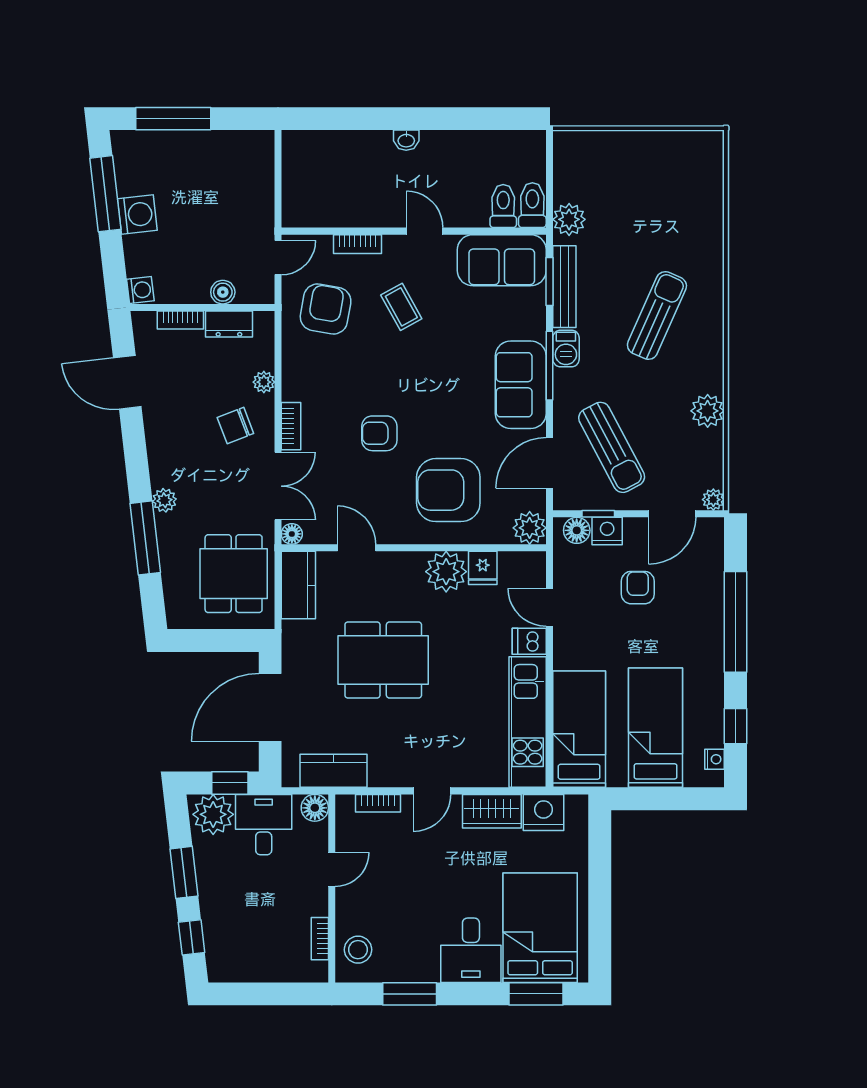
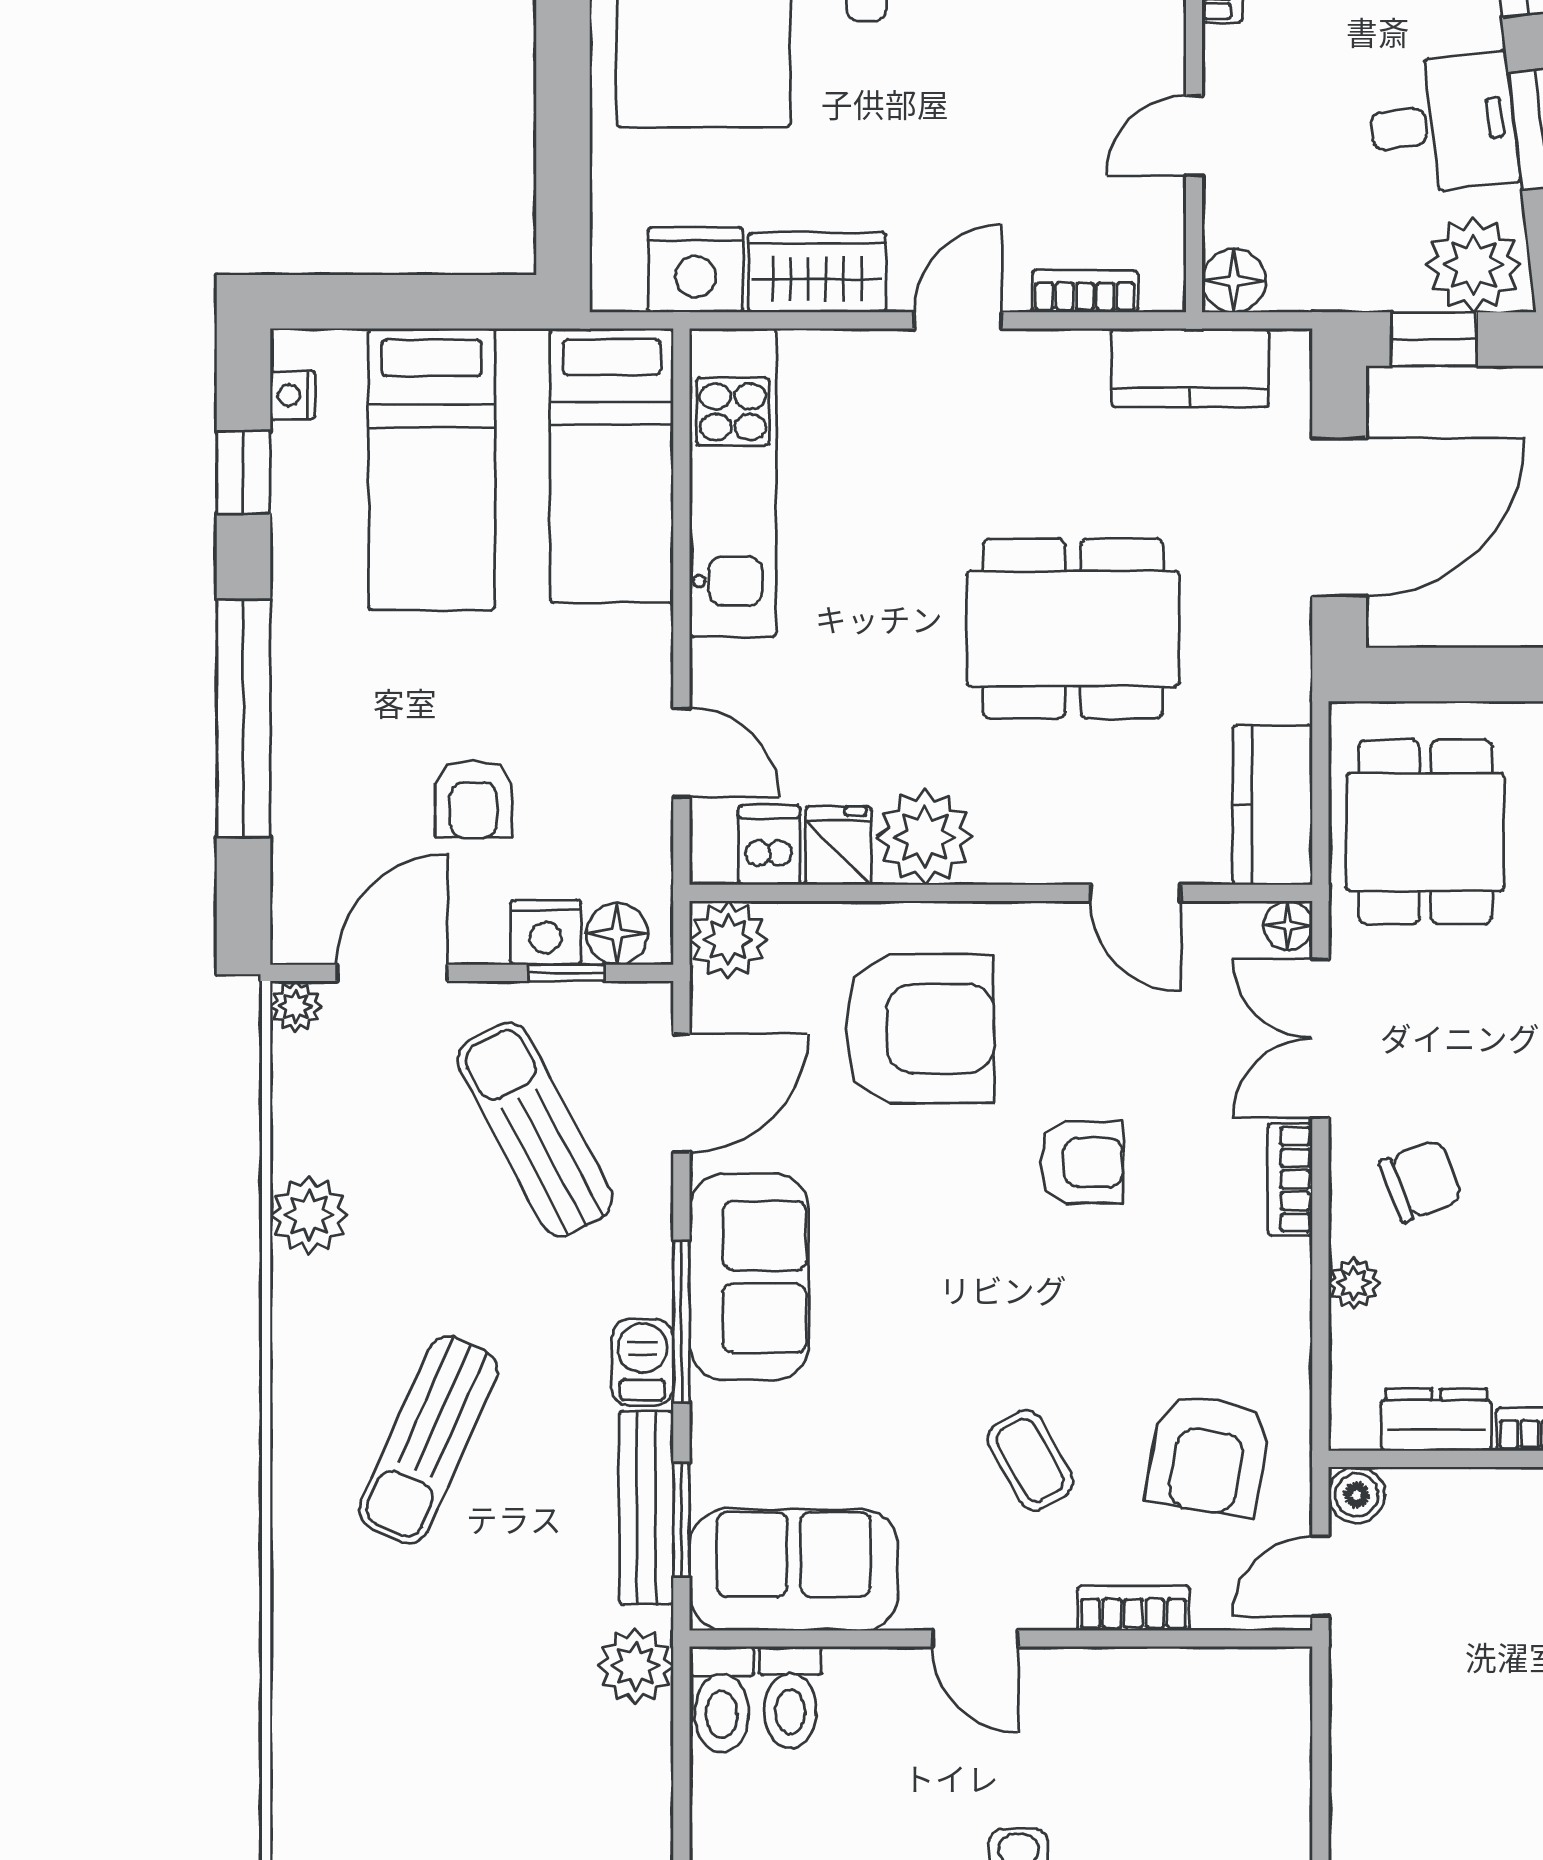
boiler: (223, 292) -> (1357, 1495), moved
dishwasher: (529, 641) -> (769, 845), moved, turned -90
desk: (264, 825) -> (1443, 124), moved, turned -97

